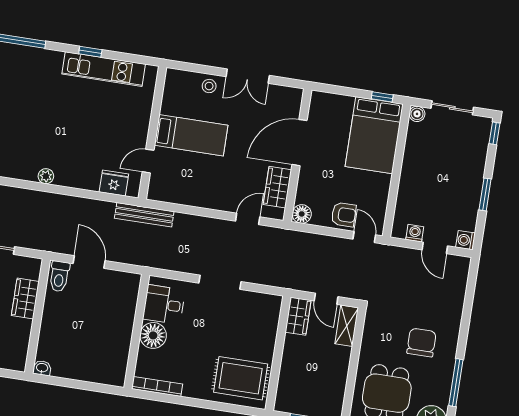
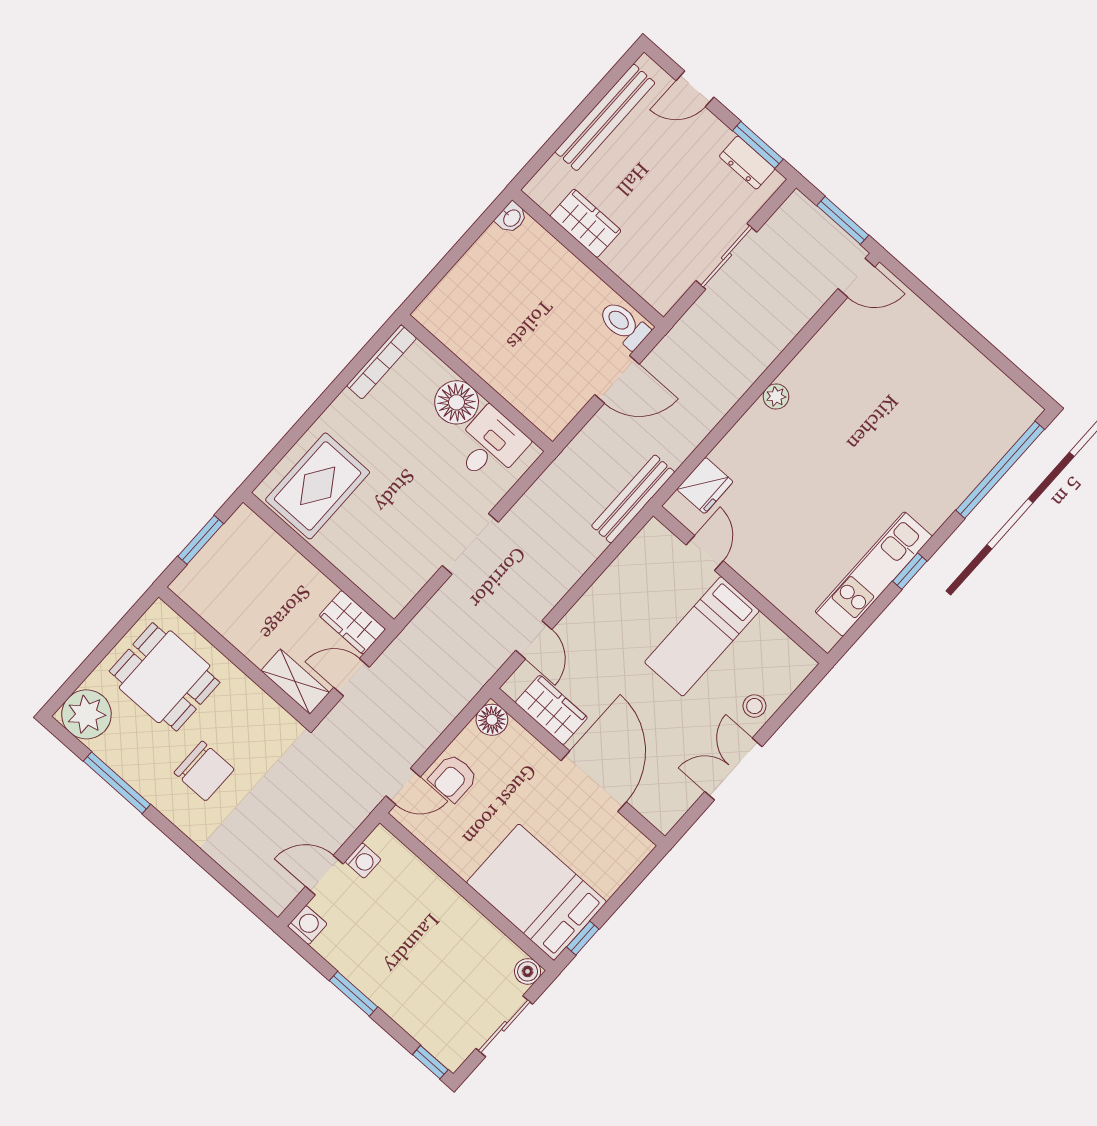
wardrobe: (25, 299) -> (586, 223), moved

